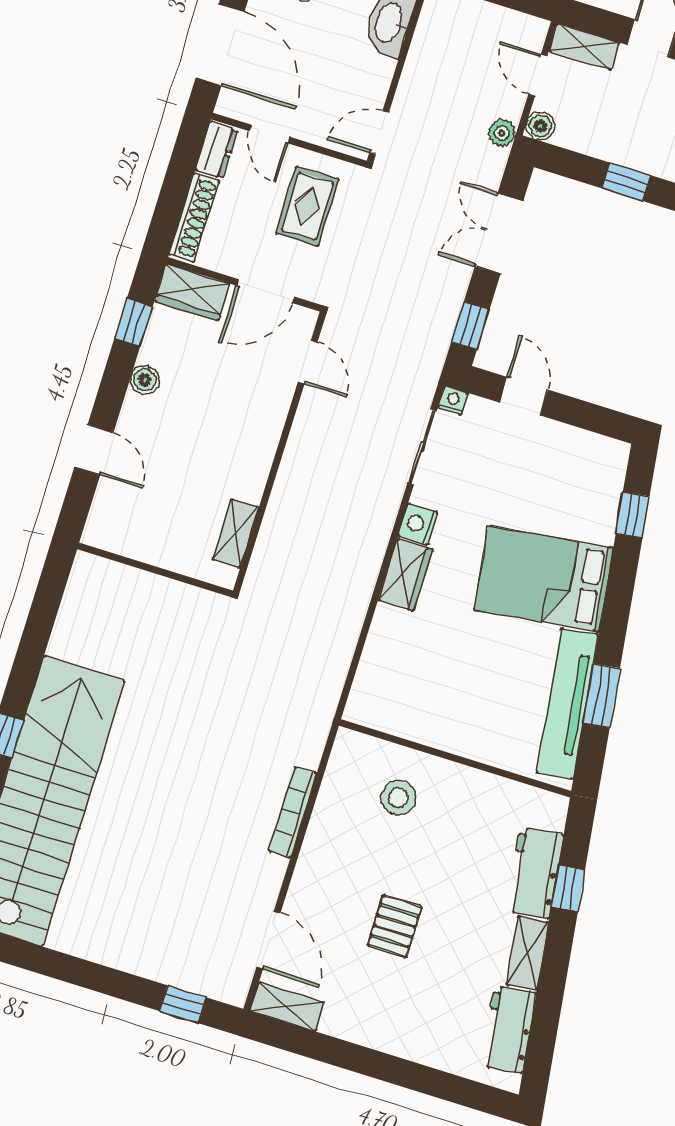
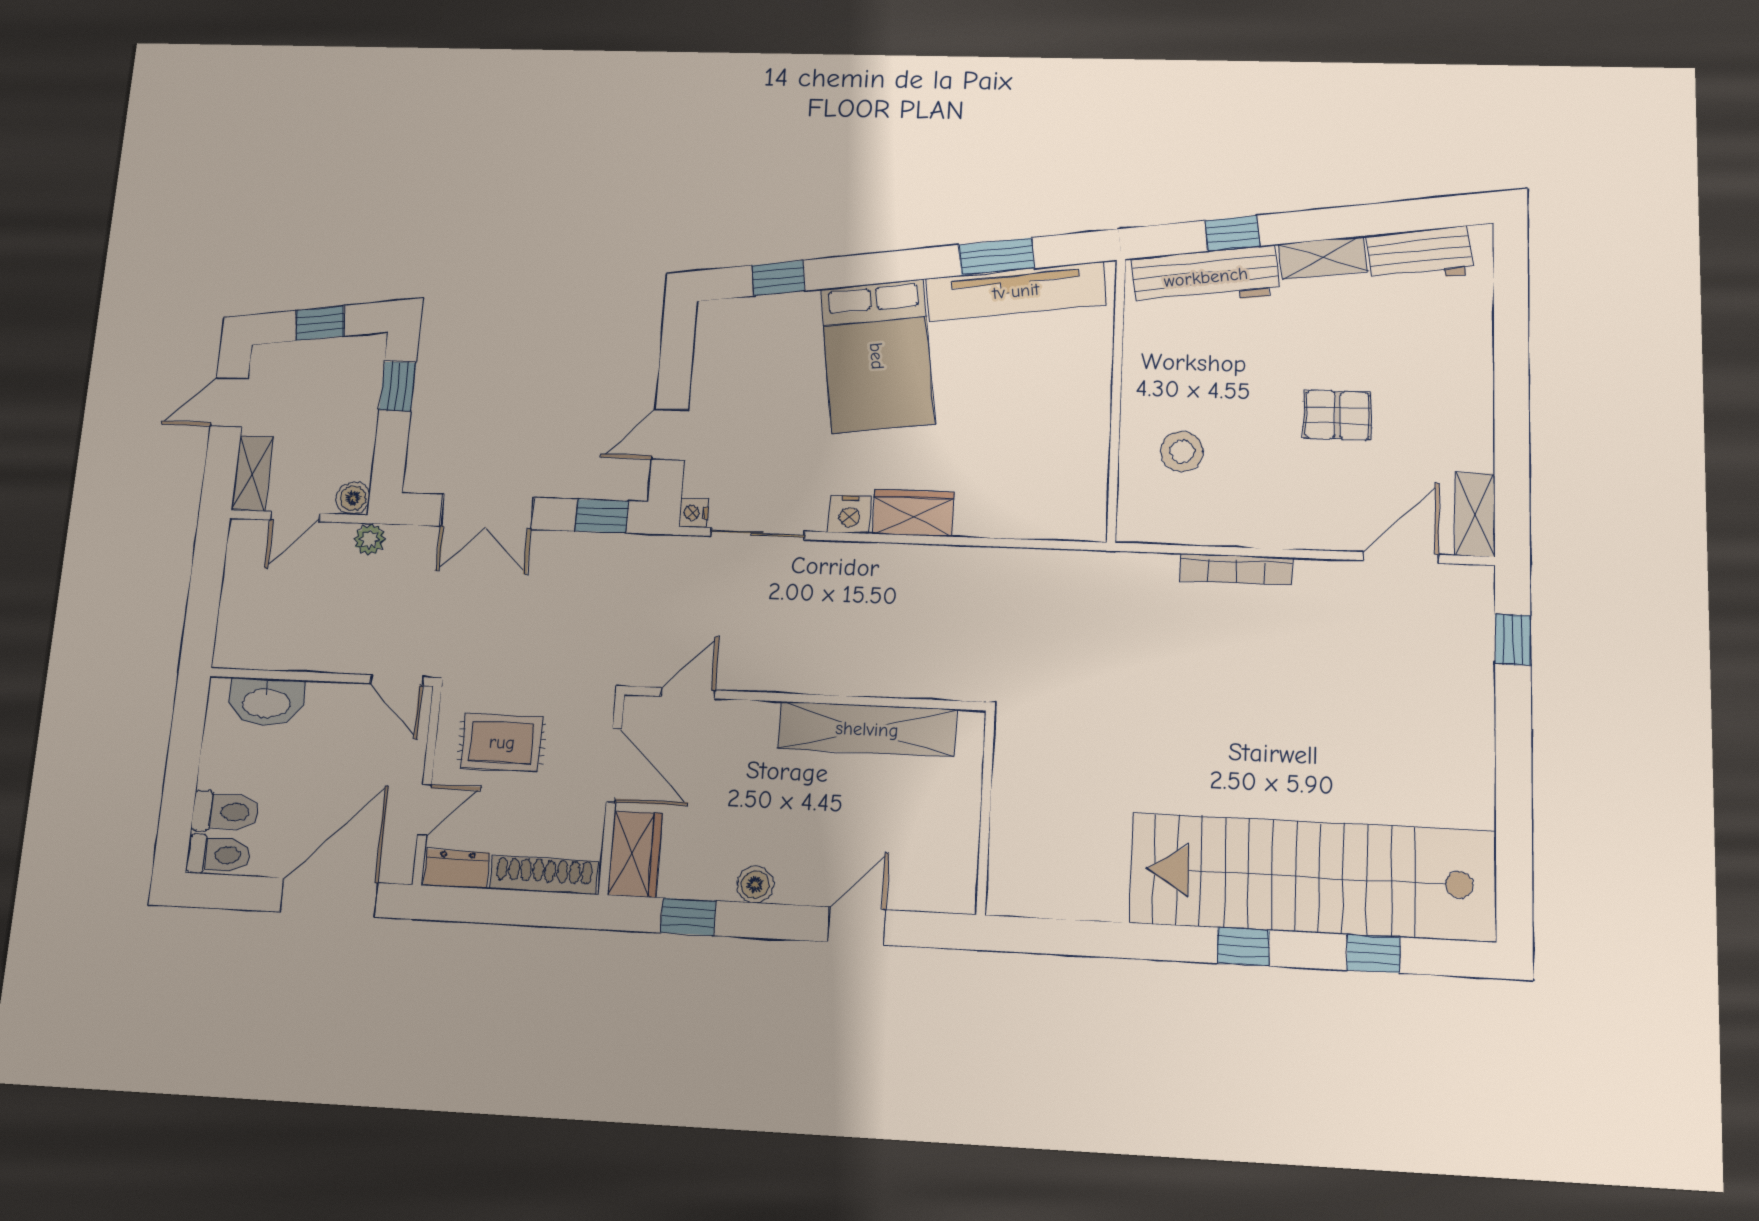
shelving: (236, 533) -> (867, 729), width x2.20, depth x1.33
workbench: (535, 873) -> (1206, 277), width x1.38

